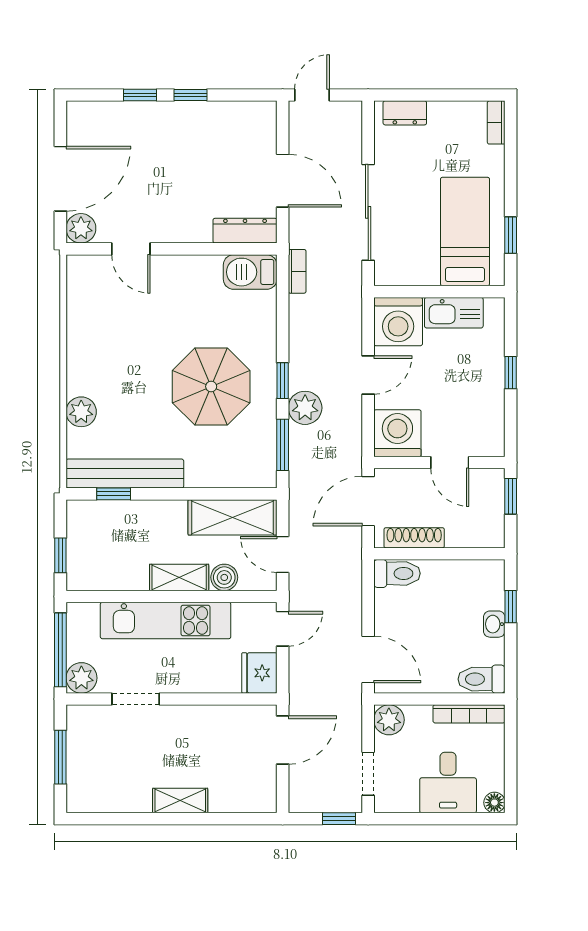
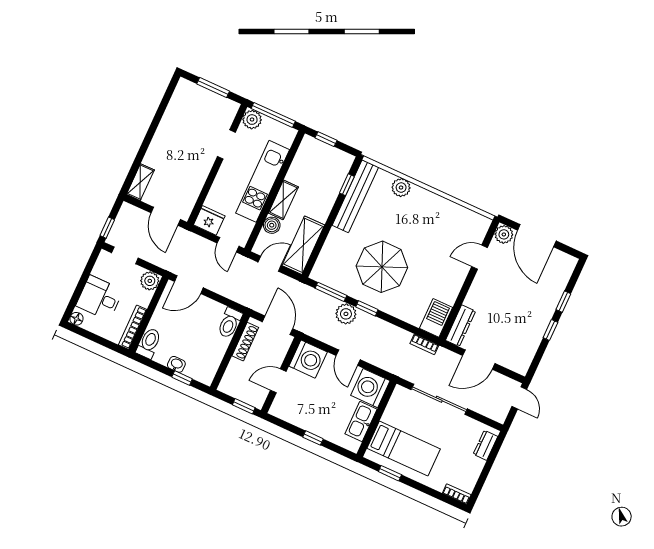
shelving: (180, 801) -> (140, 182), moved

